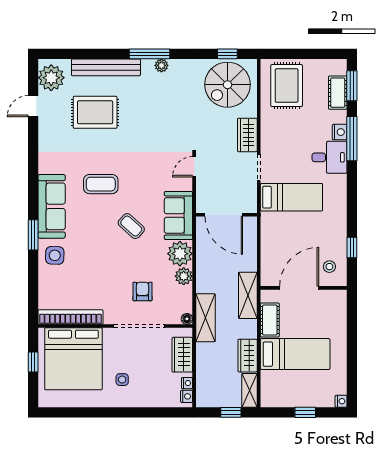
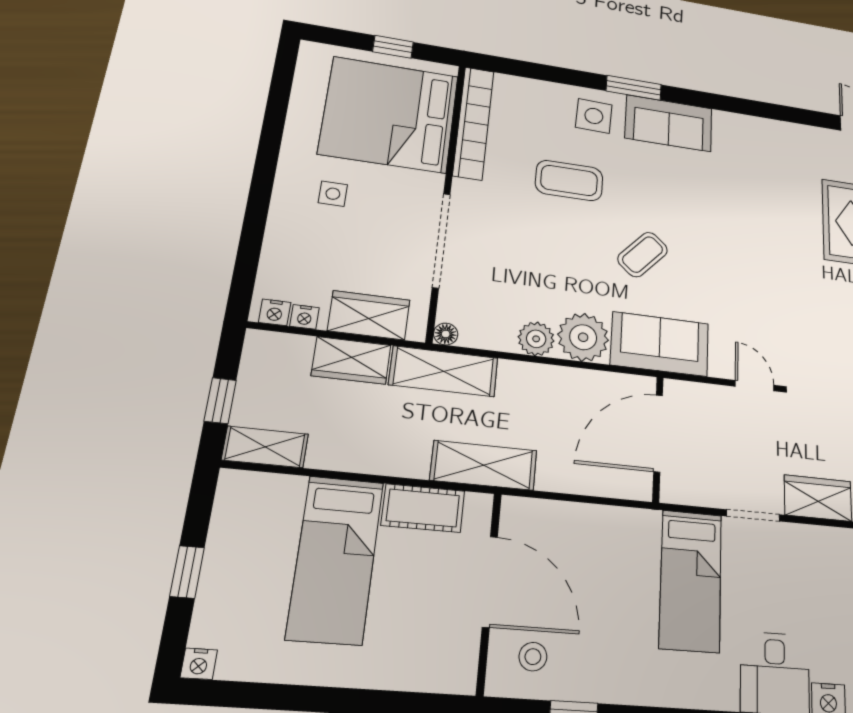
coffee table: (101, 184) -> (569, 180), moved, turned 90
sofa: (52, 206) -> (669, 123), width x0.73
armchair: (143, 291) -> (512, 257), removed
wardrobe: (248, 356) -> (351, 360), moved, turned 180

